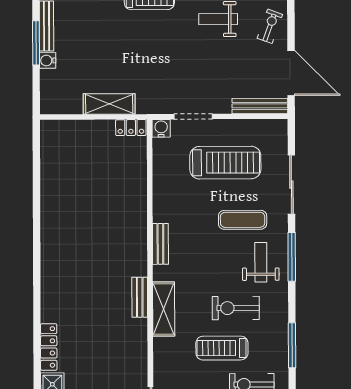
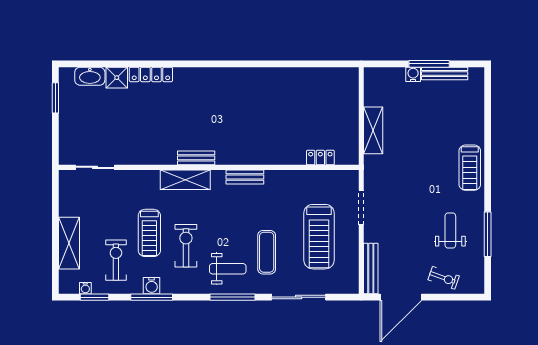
locker: (131, 128) -> (320, 158), moved, turned 90
water cooler: (161, 128) -> (152, 286), moved, turned 90
treadmill: (222, 348) -> (149, 233), turned 180

